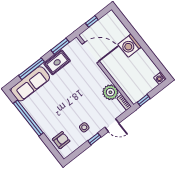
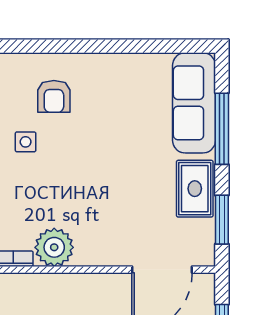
window: (28, 118) -> (130, 46), removed
armchair: (61, 140) -> (54, 96), moved

